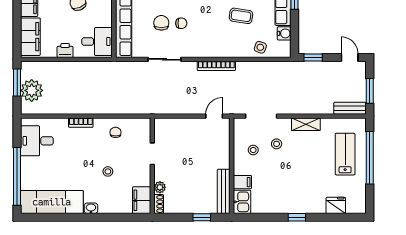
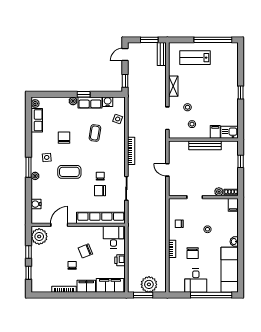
door: (214, 116) -> (167, 170), moved
desk: (37, 141) -> (196, 281), moved
chair: (75, 151) -> (193, 253), added
window: (370, 158) -> (213, 40), moved
bench: (224, 191) -> (205, 145), moved
filing cabinet: (142, 200) -> (233, 205), width x0.50
fridge: (336, 205) -> (232, 64), removed

